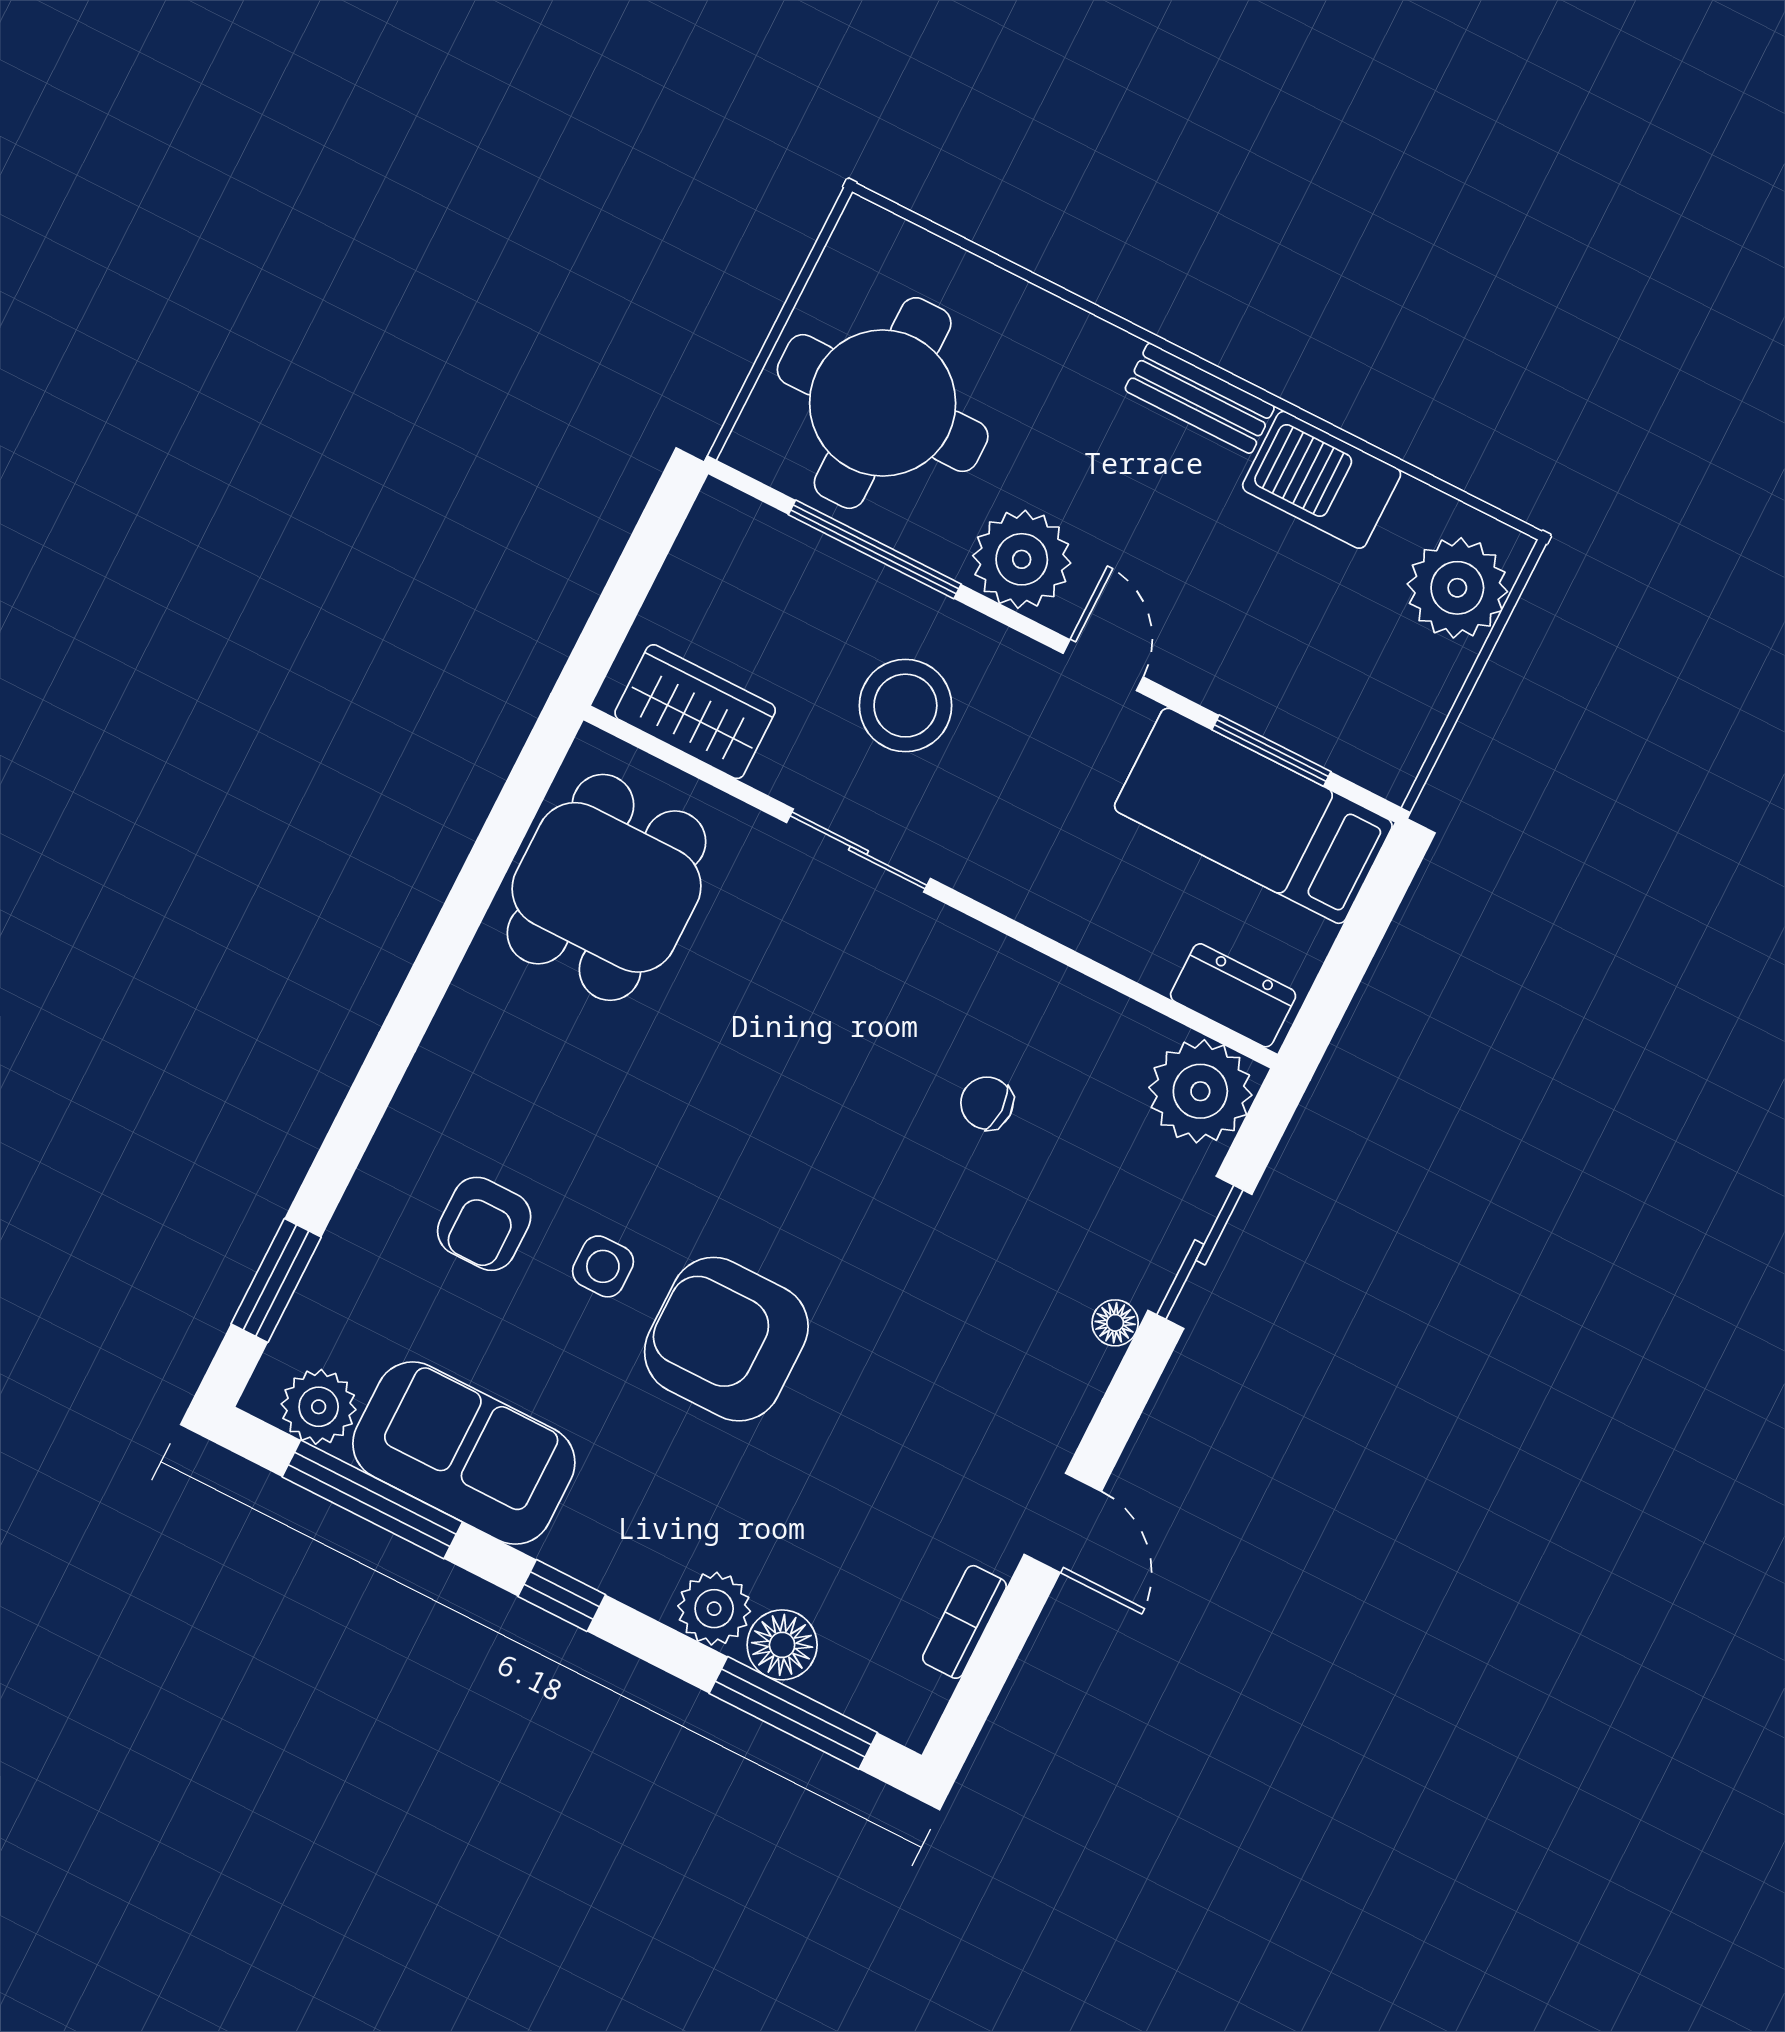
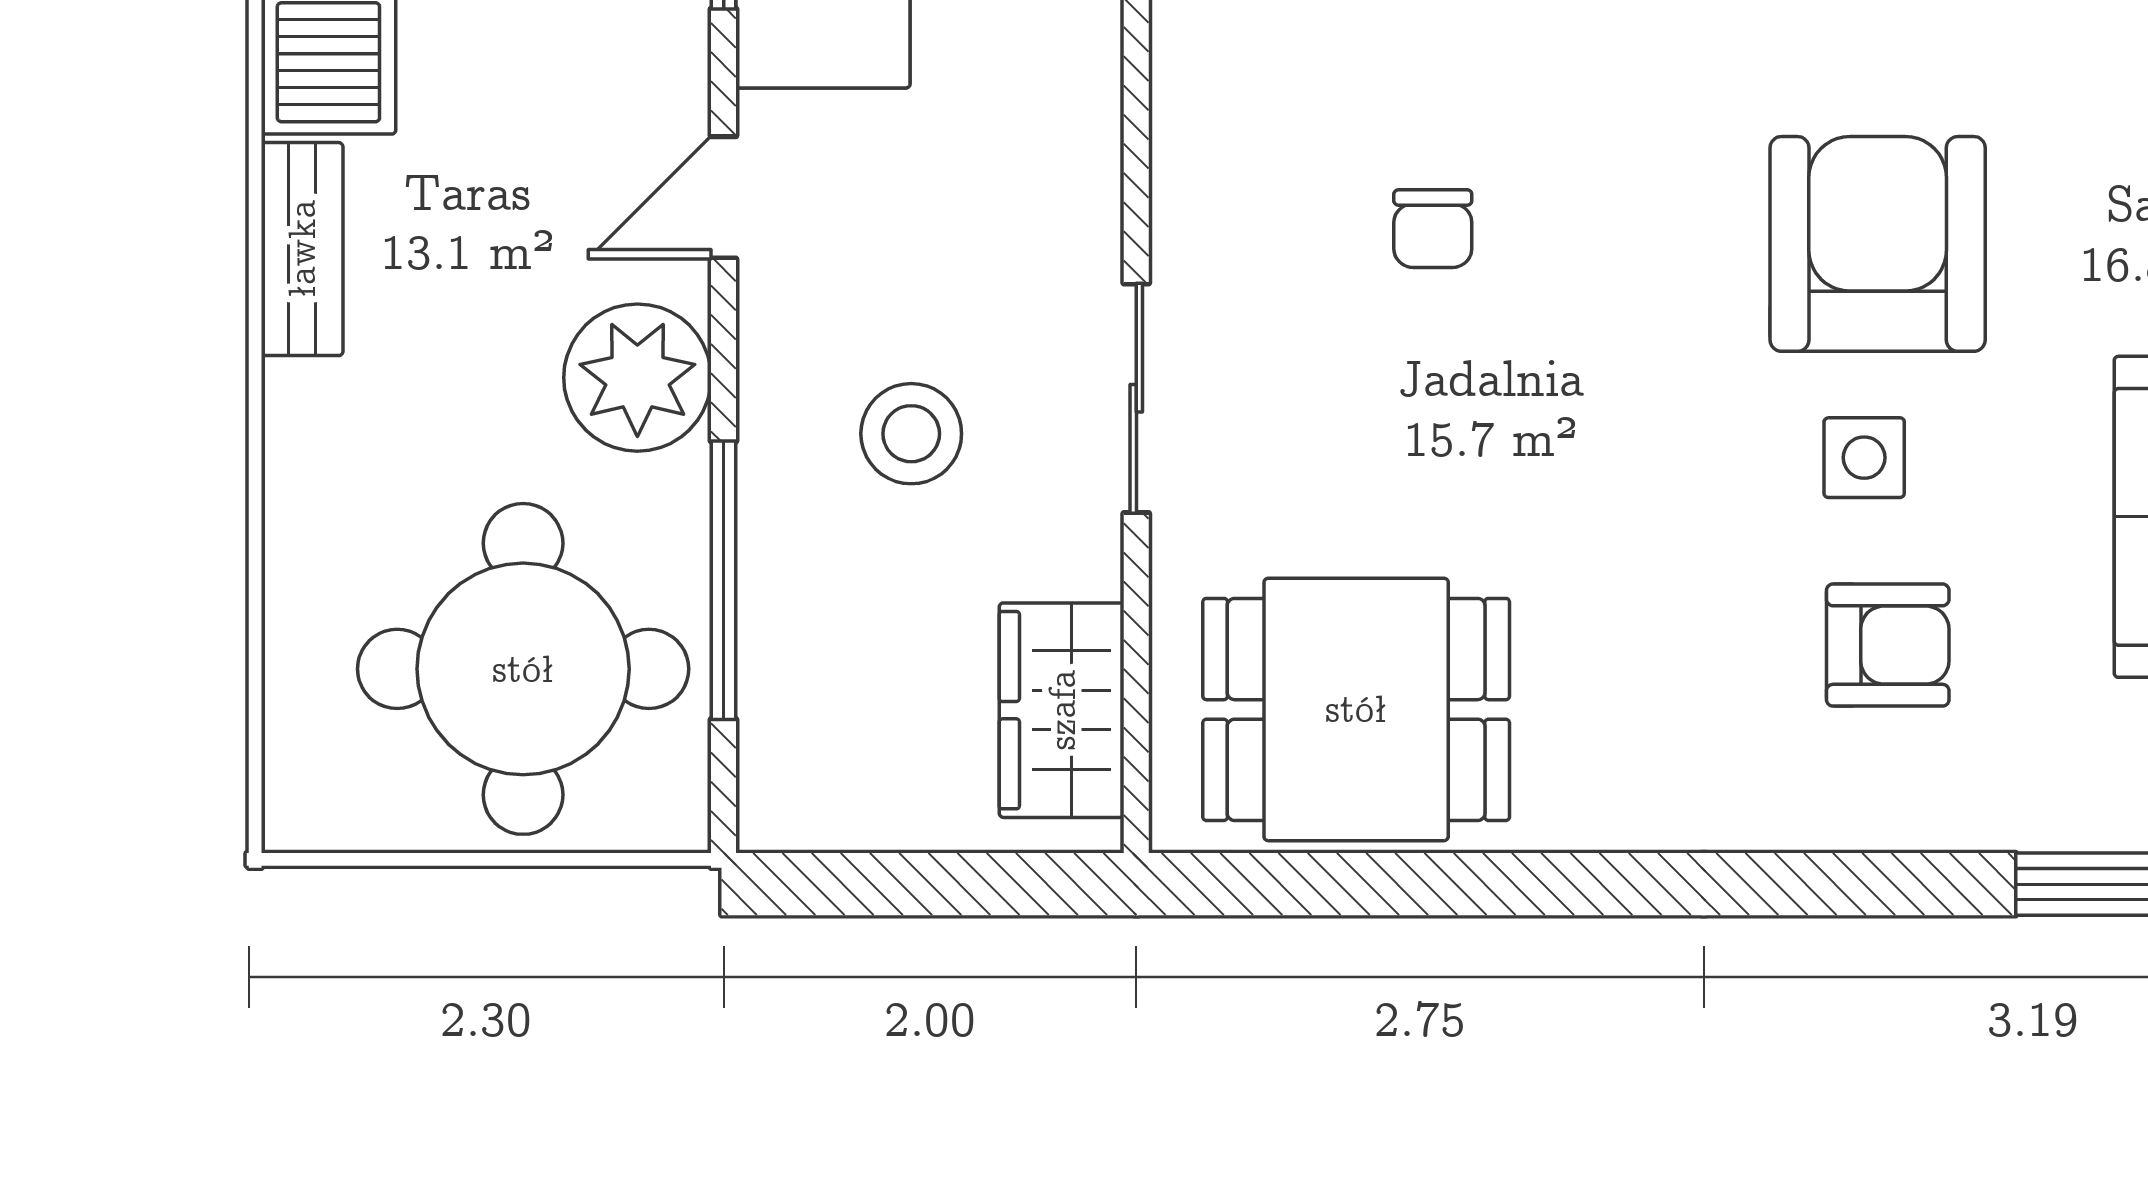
stool: (905, 706) -> (911, 434), width x0.73, depth x0.73
chair: (987, 1103) -> (1433, 229), moved
armchair: (726, 1339) -> (1878, 244), turned 180

